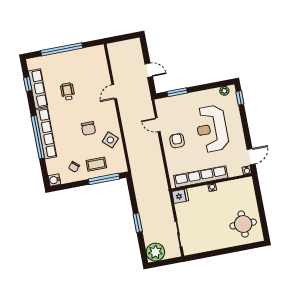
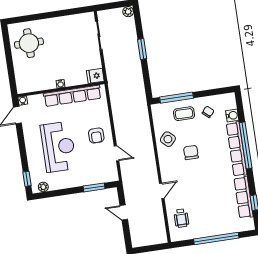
wheelchair: (68, 91) -> (181, 218), moved
water cooler: (54, 180) -> (232, 115), moved
plant: (155, 252) -> (128, 12), width x0.53, depth x0.53

